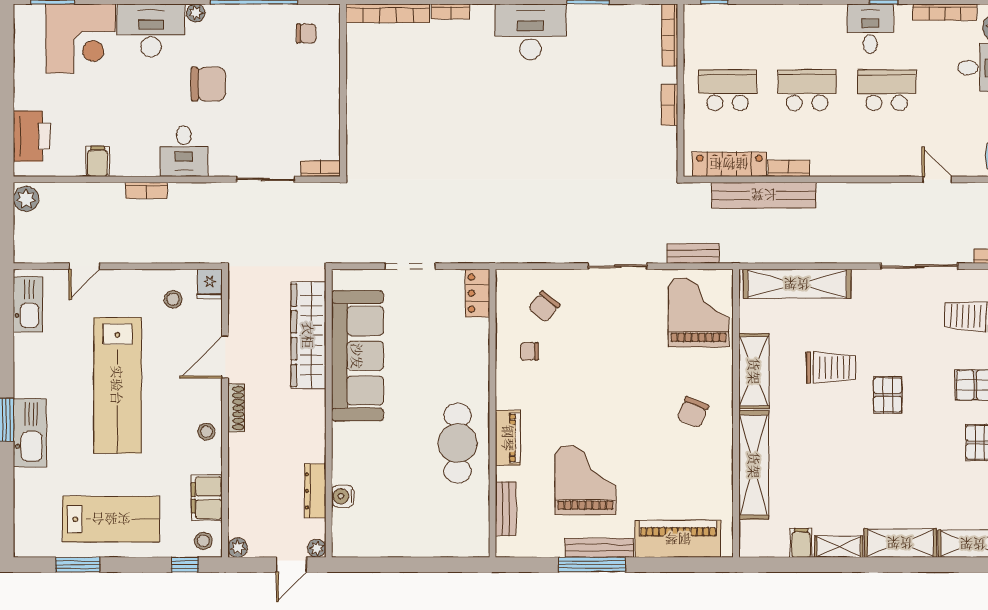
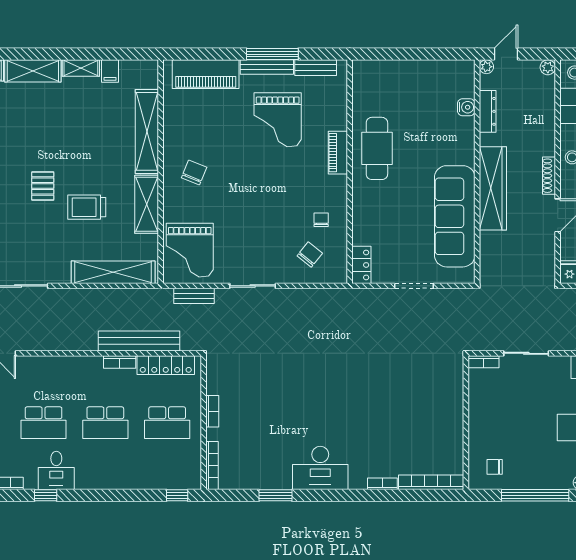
wardrobe: (308, 335) -> (493, 188), moved
chair: (529, 351) -> (321, 220), turned -90
bench: (506, 509) -> (316, 68), moved, turned 90

